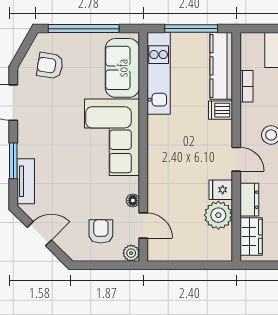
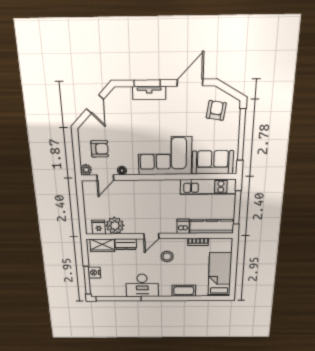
tv unit: (26, 181) -> (149, 93), moved
fridge: (221, 190) -> (99, 227), moved

